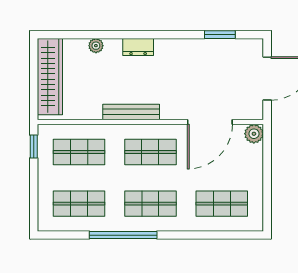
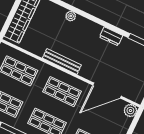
plant: (96, 46) -> (71, 16), moved
dresser: (138, 47) -> (111, 36), moved

